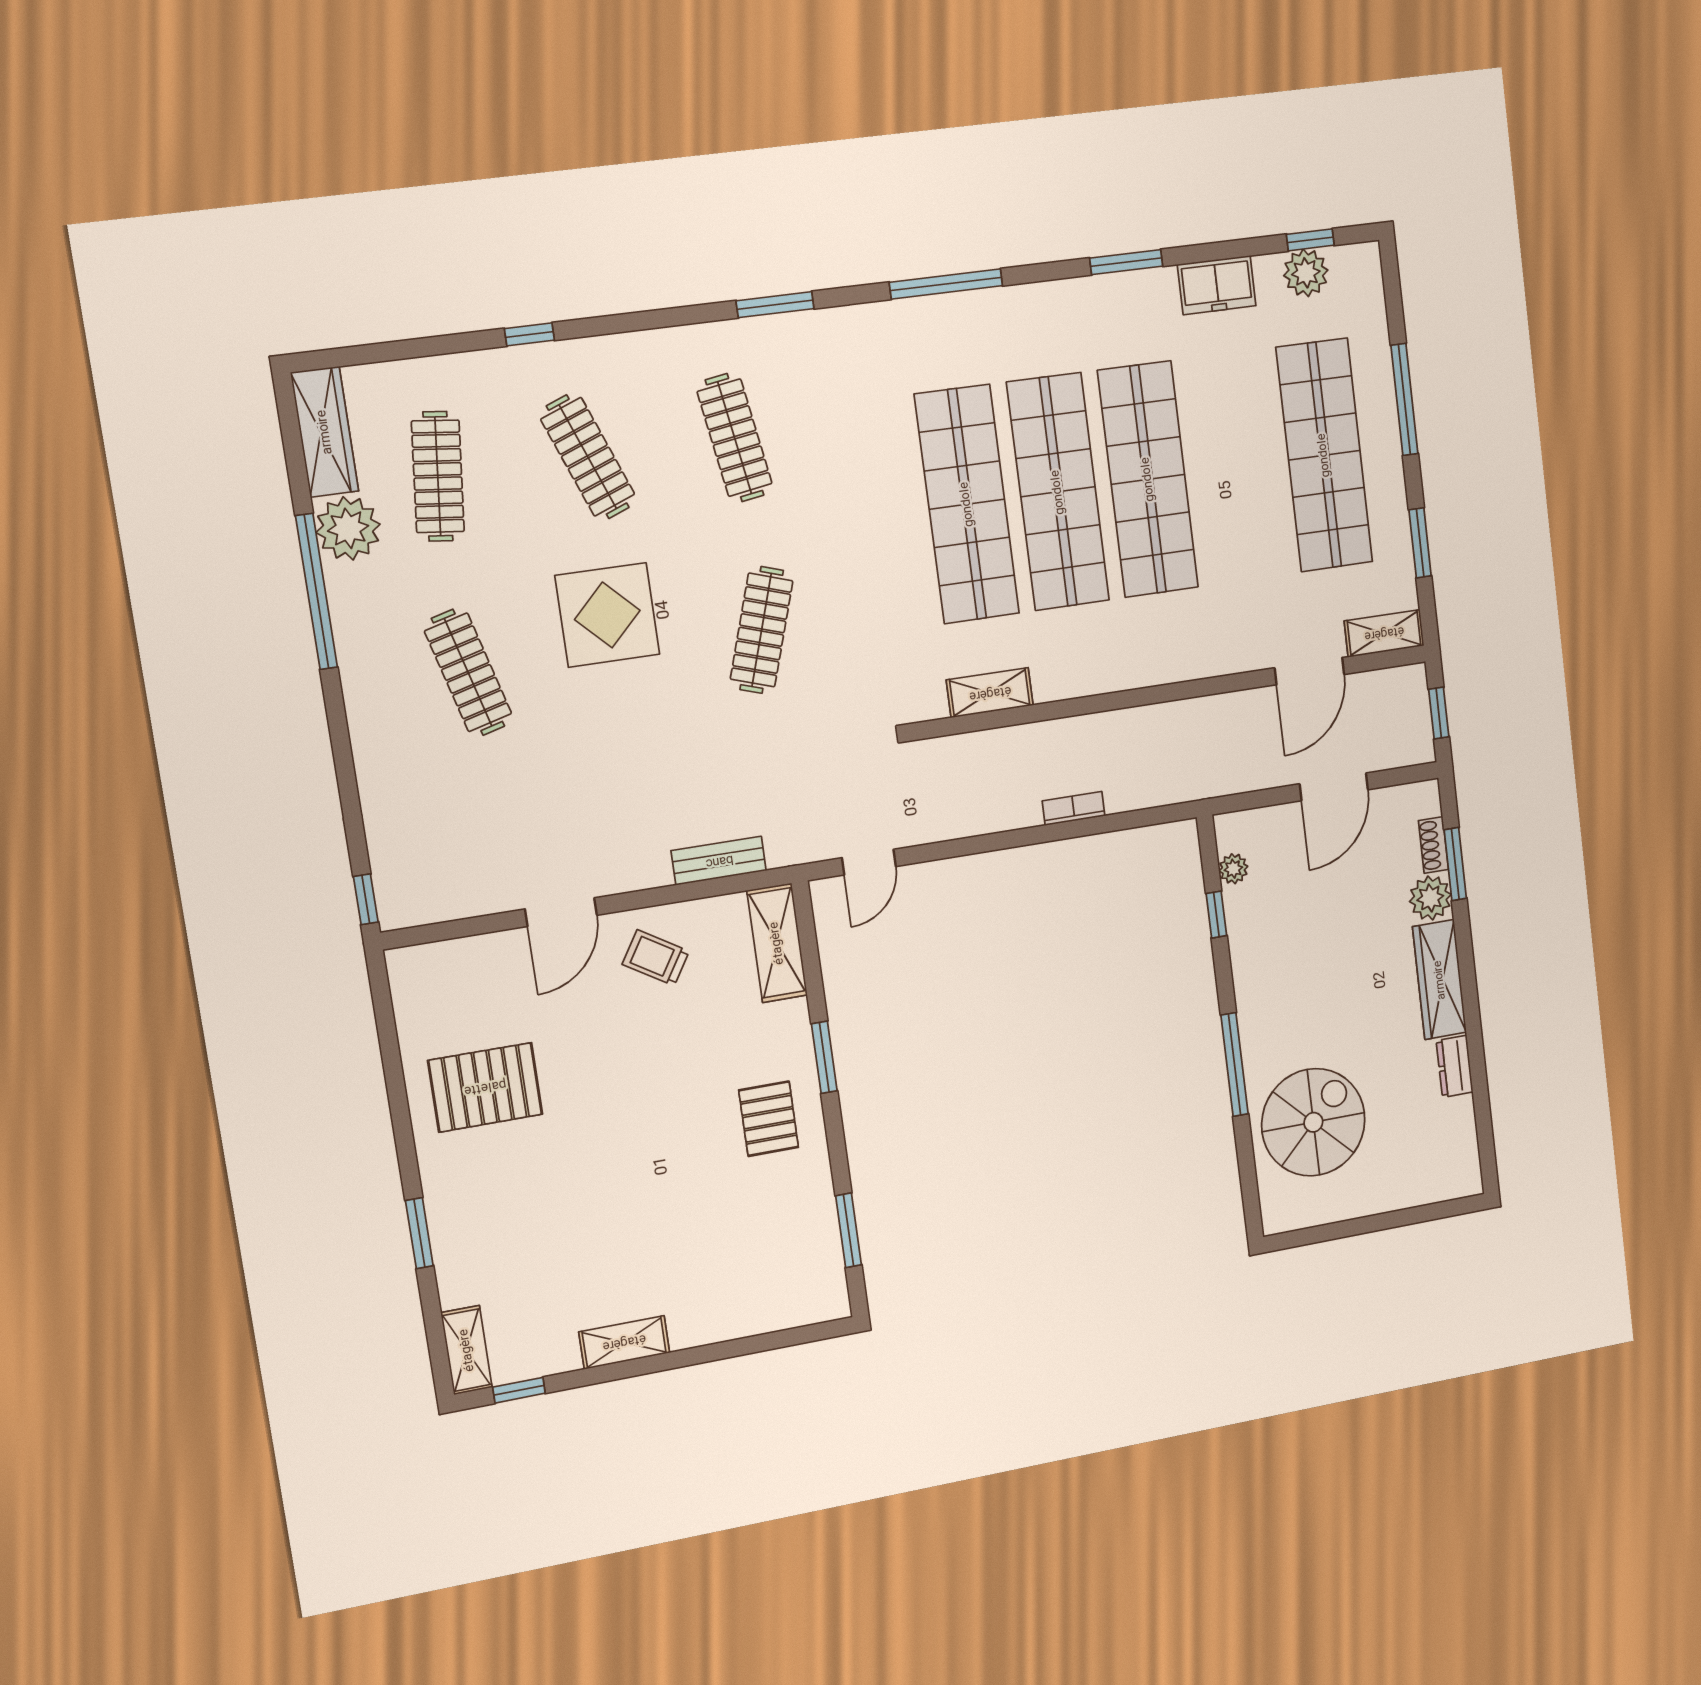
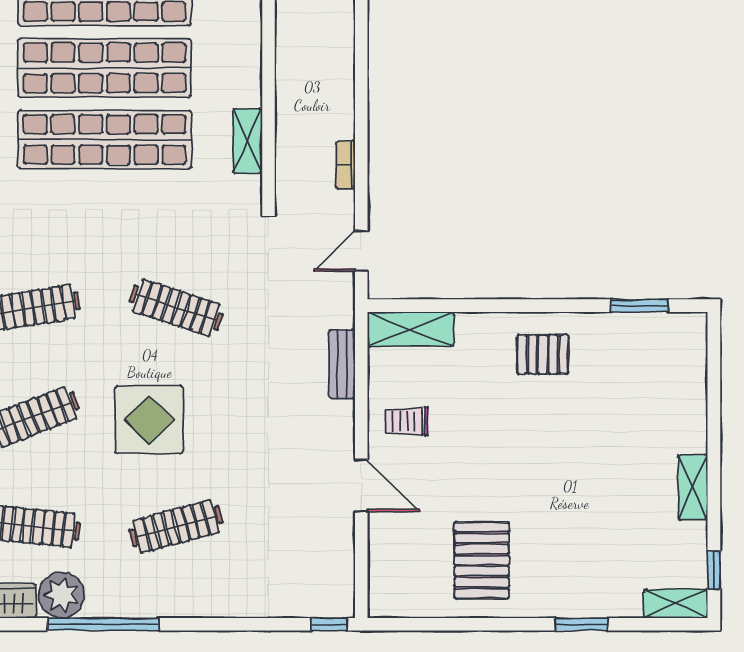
bookcase: (1074, 808) -> (346, 165), moved
door: (869, 862) -> (361, 251), swing flipped
trolley: (656, 958) -> (407, 421), turned 58
window: (824, 1057) -> (504, 306), removed

